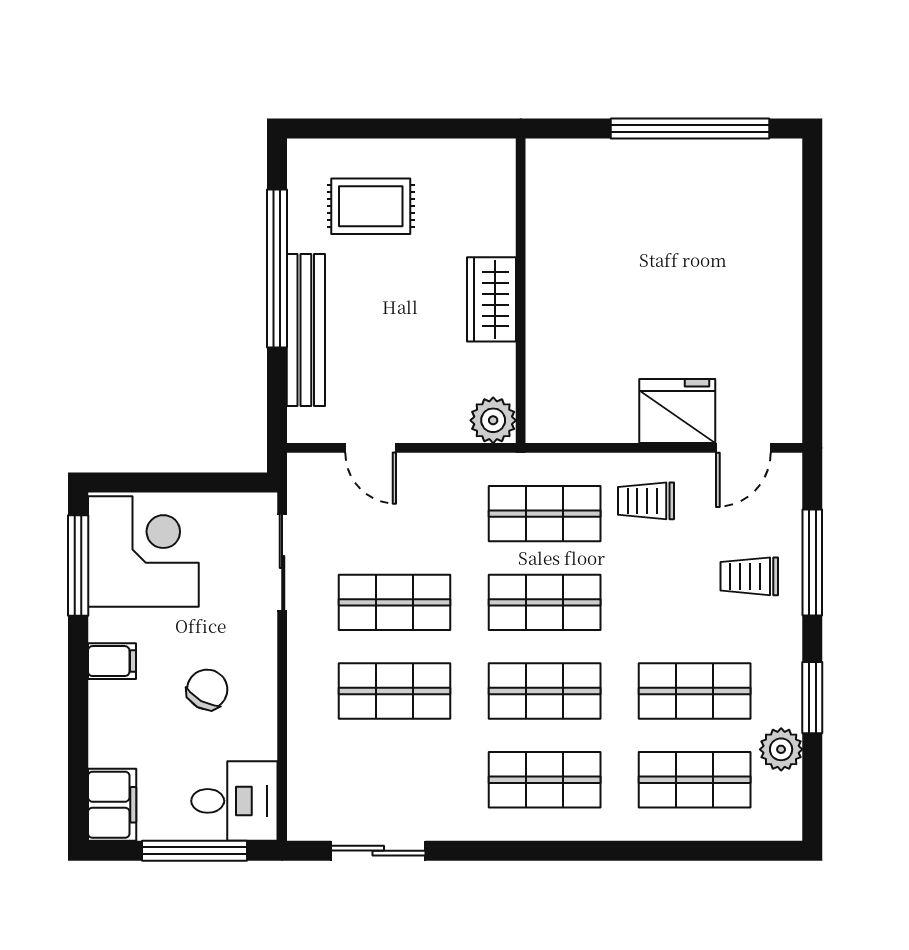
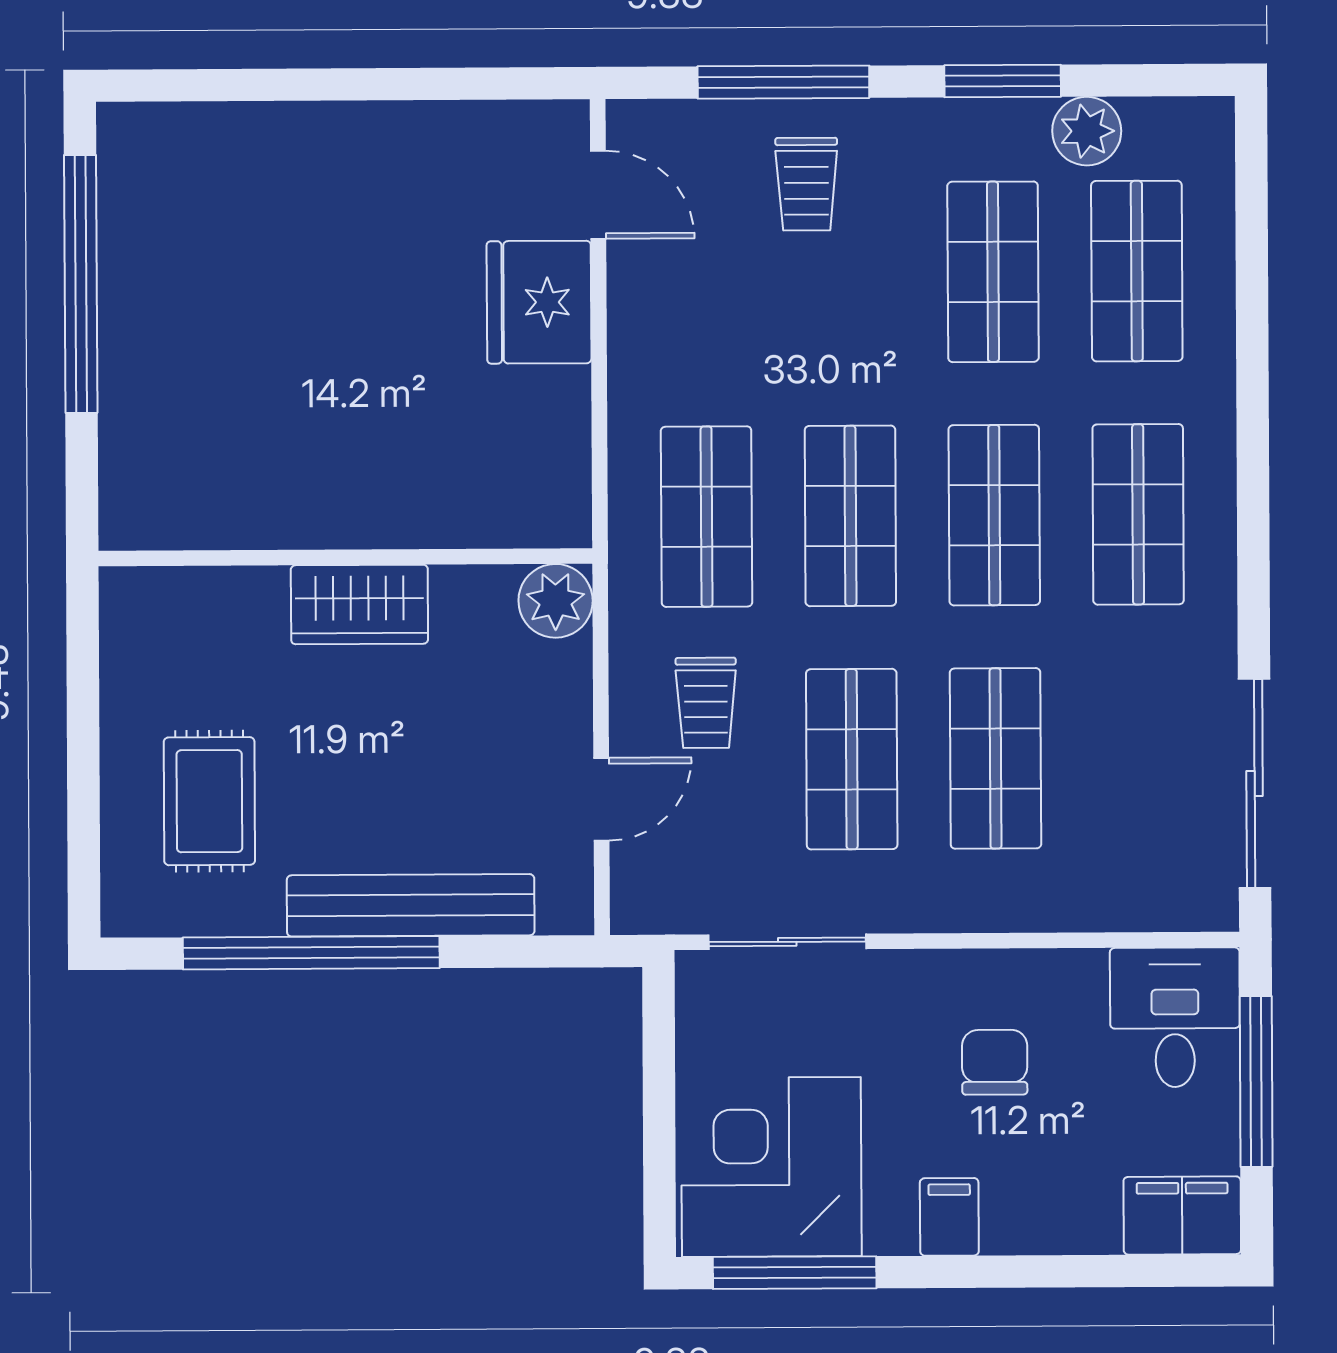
trolley: (646, 501) -> (706, 703), moved
chair: (207, 690) -> (995, 1062), turned 61
sliding door: (378, 851) -> (1255, 783), width x1.37

